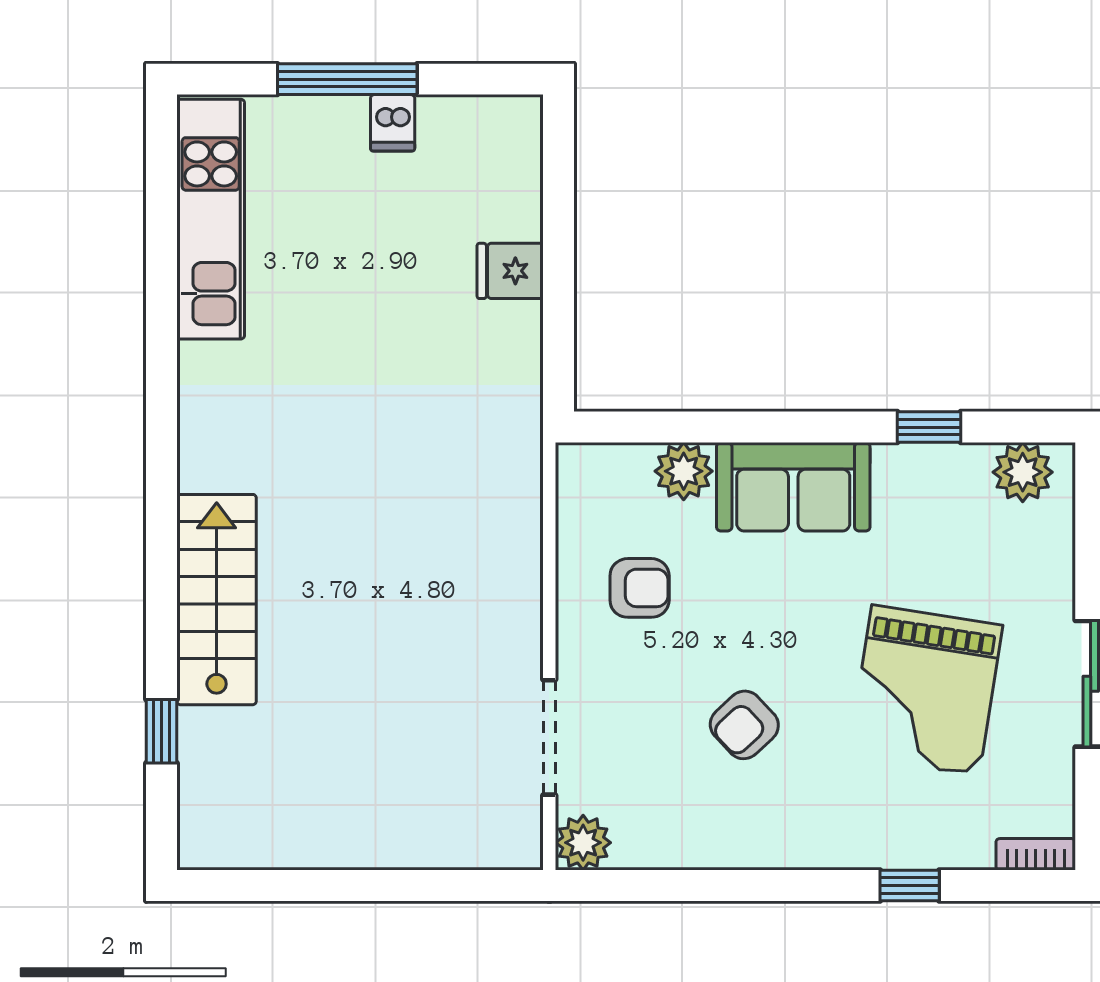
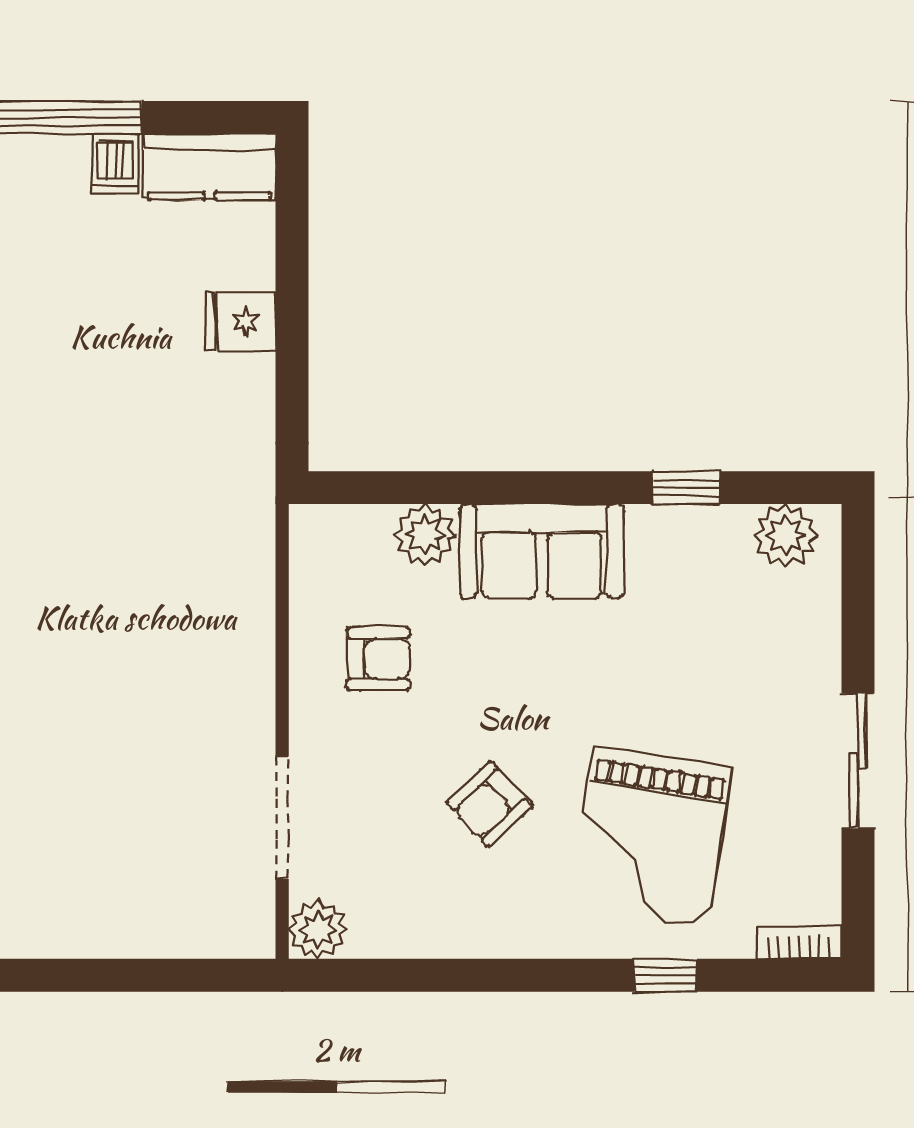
kitchen counter: (481, 126) -> (209, 167), added
grand piano: (925, 690) -> (651, 837), moved

